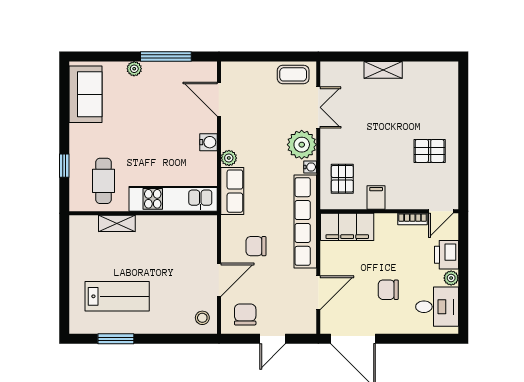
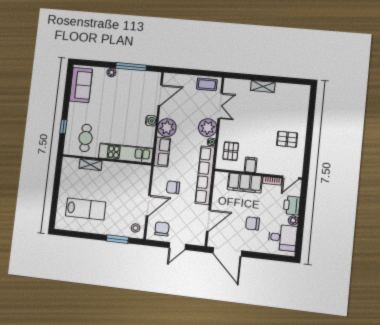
door: (219, 99) -> (160, 95), swing flipped
plant: (229, 158) -> (167, 128), width x1.88, depth x1.88
filing cabinet: (347, 227) -> (245, 183), moved
window: (116, 339) -> (117, 239), moved

